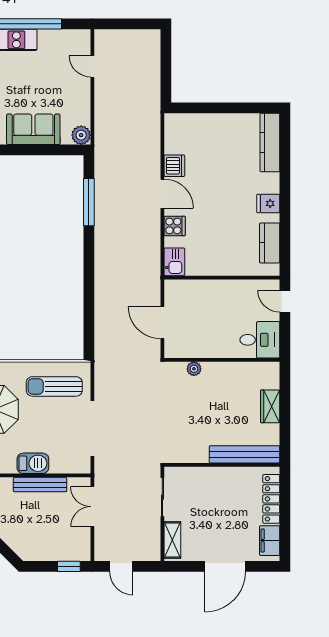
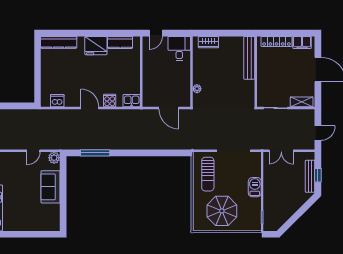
door: (92, 66) -> (33, 151), moved
dishwasher: (174, 166) -> (57, 101), moved
door: (162, 194) -> (90, 108), hinge flipped
fridge: (268, 203) -> (96, 46), width x1.88, depth x1.34
door: (162, 323) -> (169, 108), hinge flipped
wardrobe: (270, 406) -> (208, 42), moved
bench: (40, 485) -> (310, 176), moved
window: (69, 566) -> (318, 175), moved

